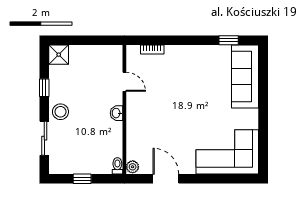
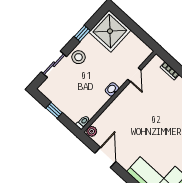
shower: (59, 55) -> (110, 31), width x1.86, depth x1.86

